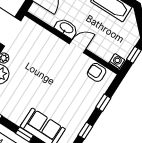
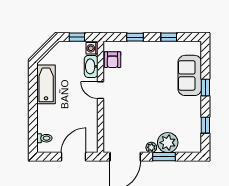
washbasin: (66, 28) -> (91, 66), moved

